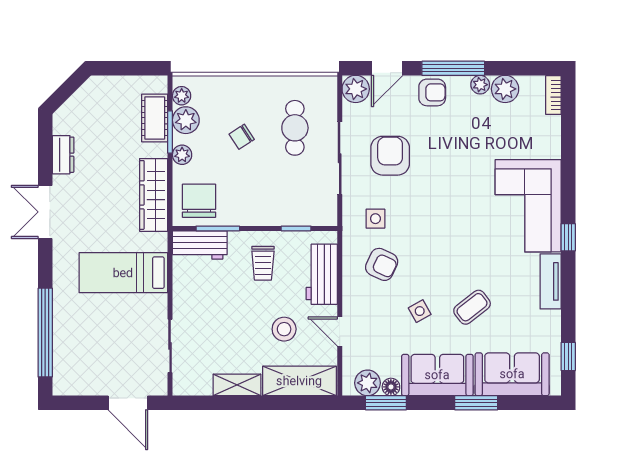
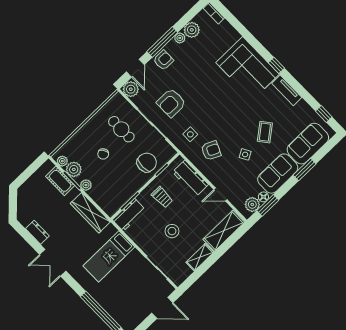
armchair: (390, 156) -> (171, 103), turned -90
chair: (199, 201) -> (147, 163), moved, turned 90
stool: (284, 329) -> (172, 231), moved

